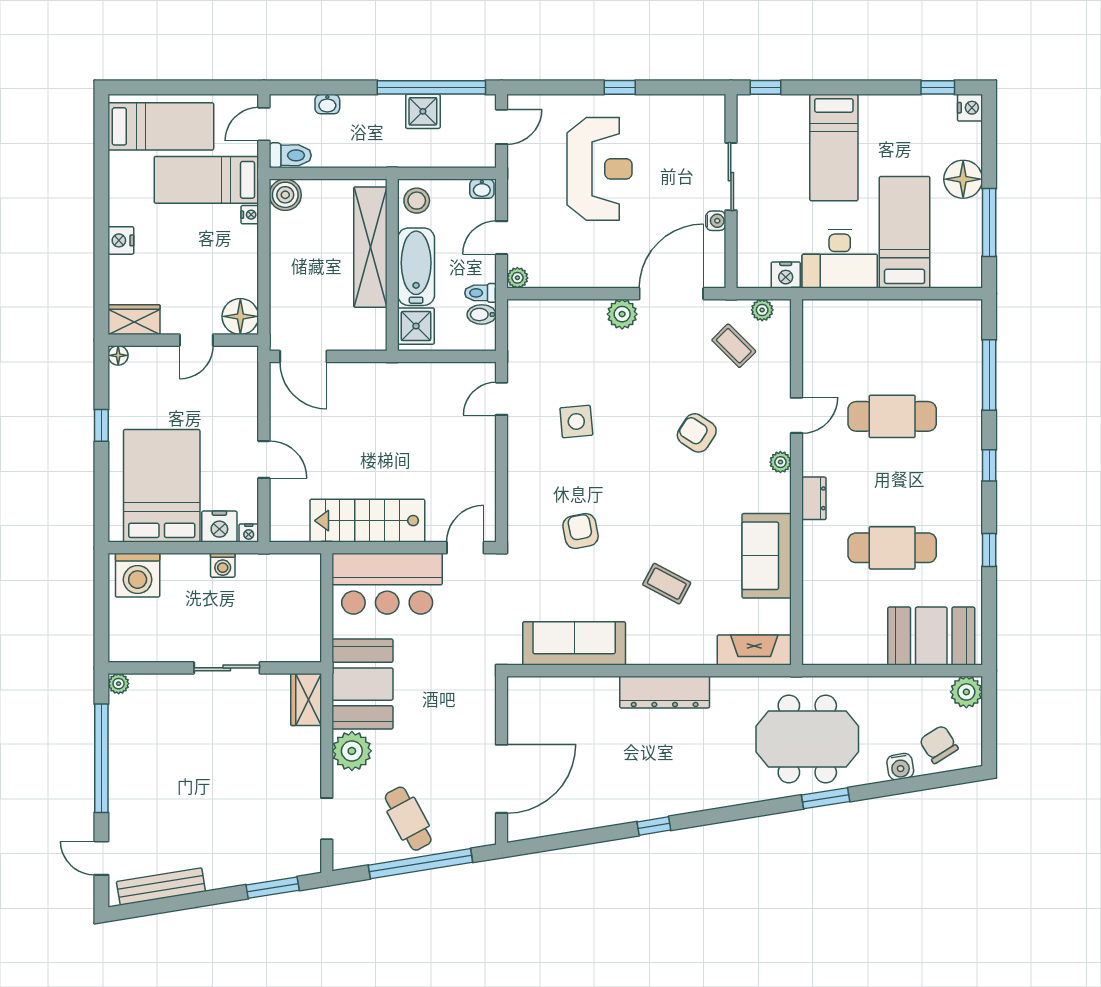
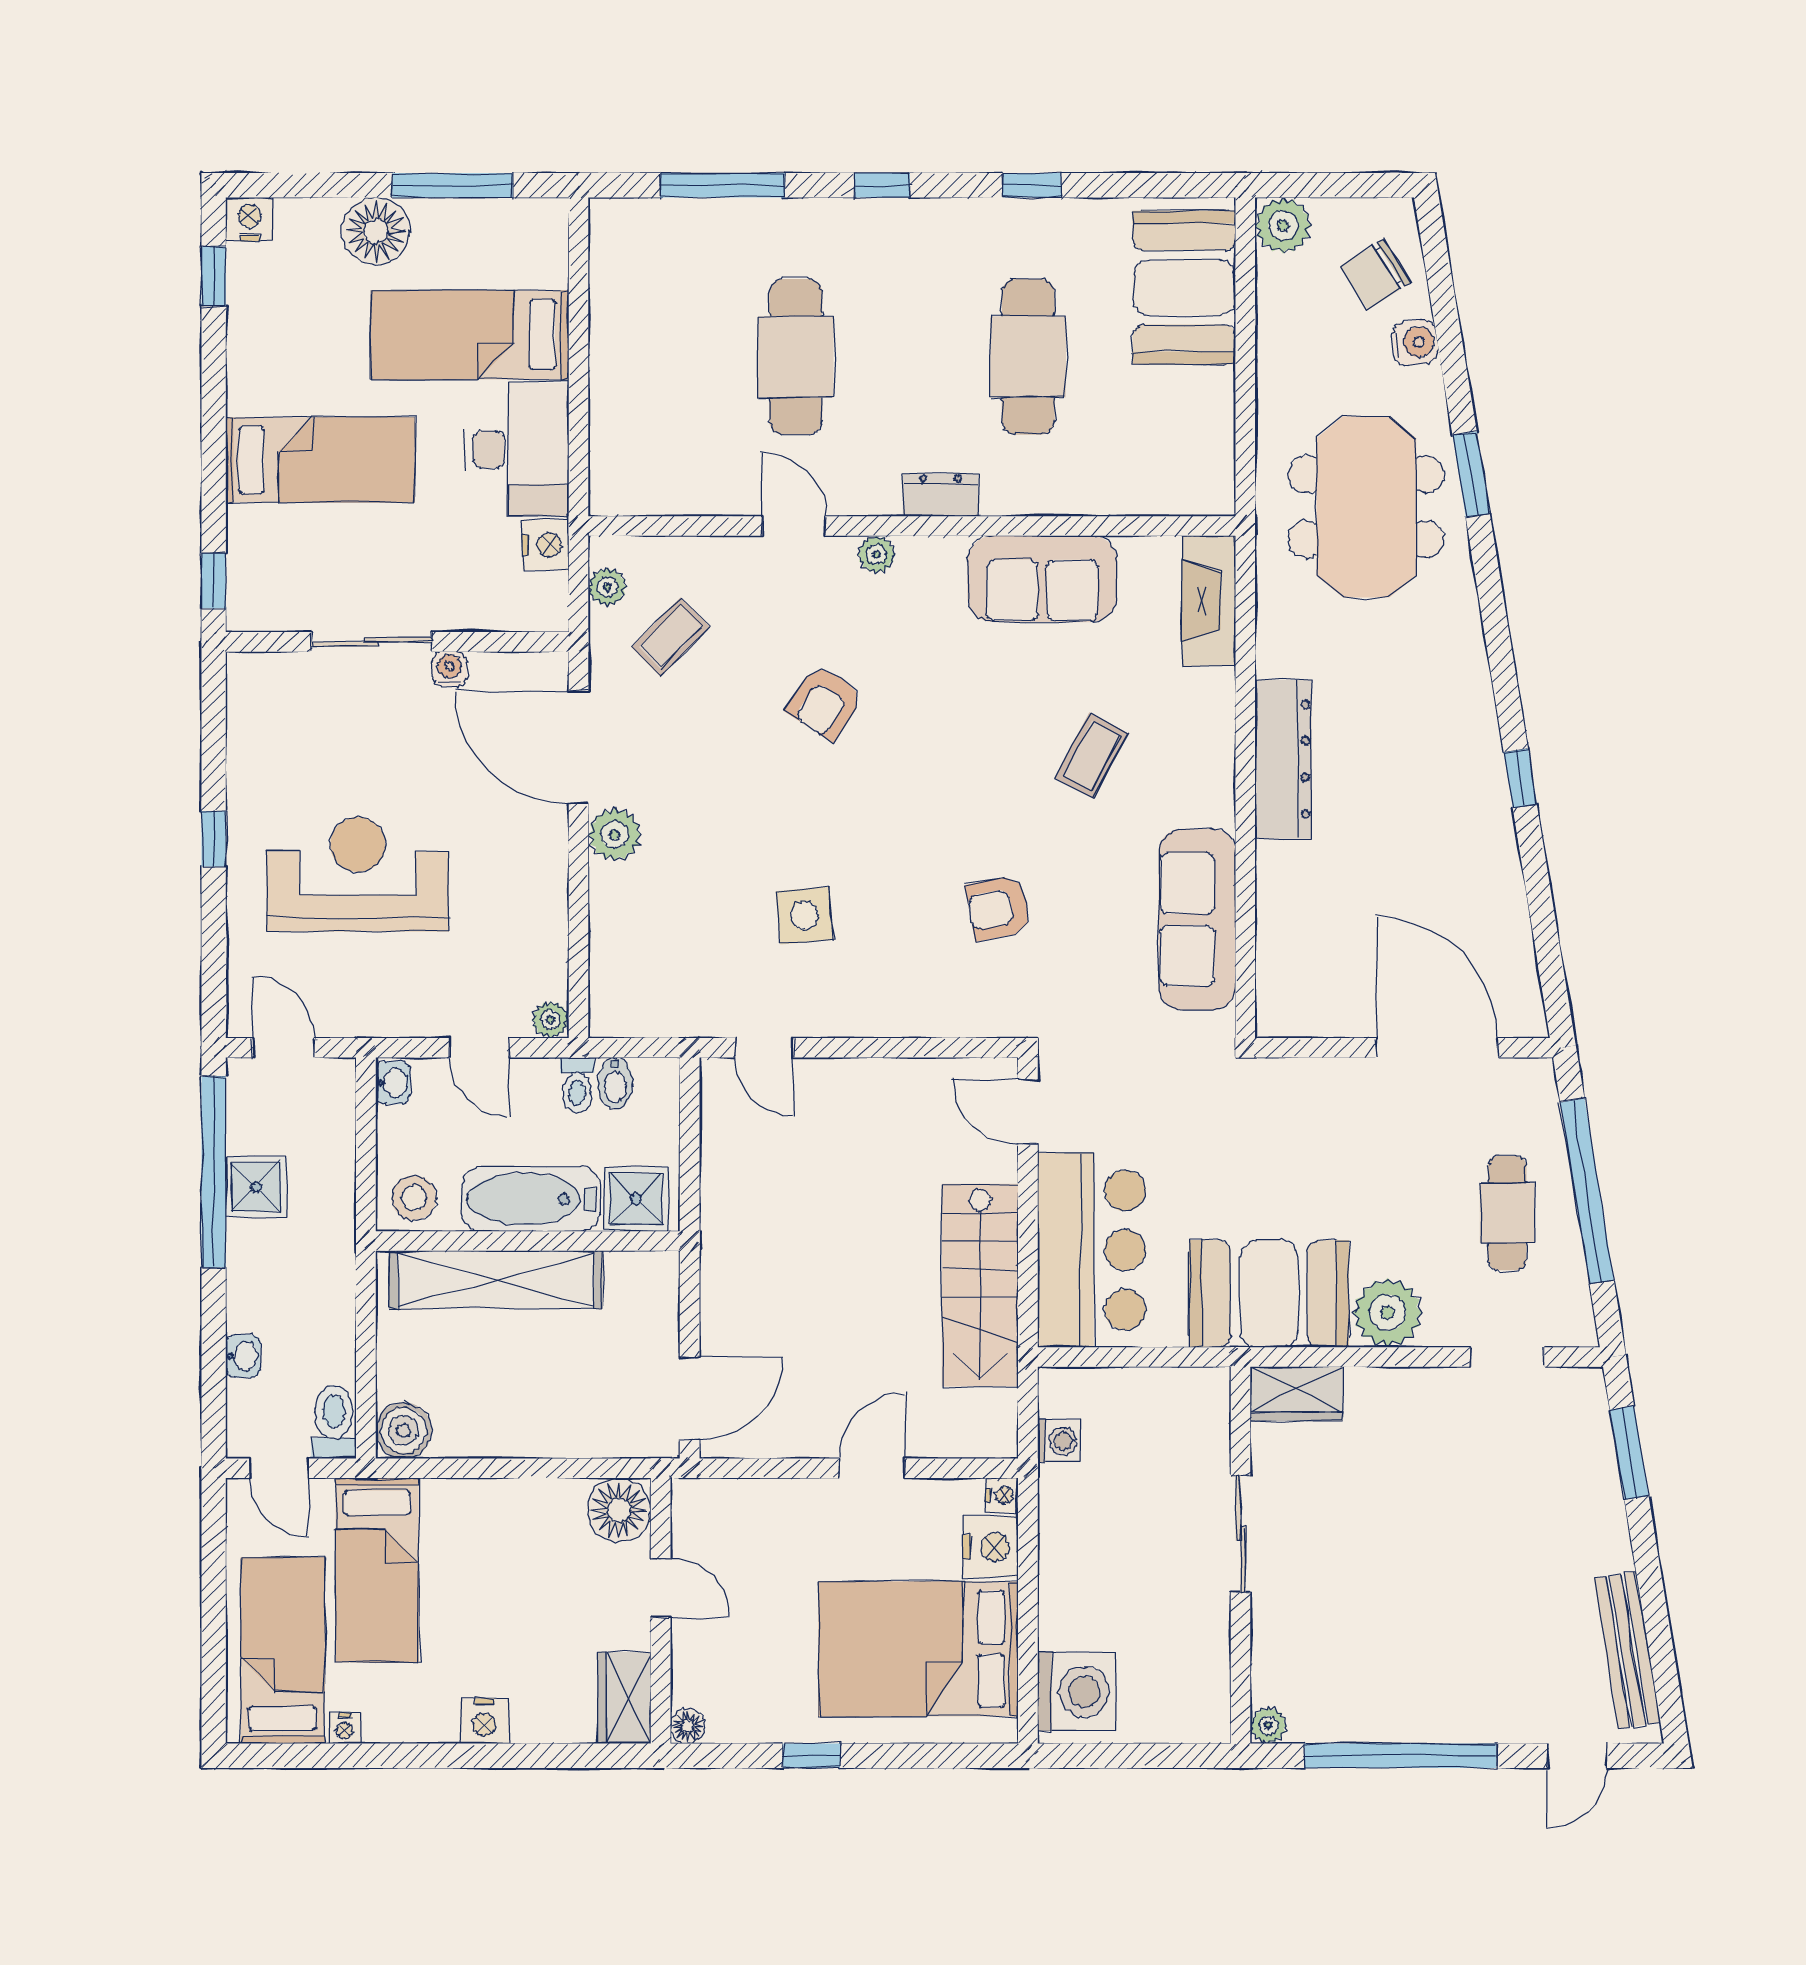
nightstand: (250, 215) -> (345, 1728), moved, turned 180
washing machine: (223, 565) -> (1059, 1441), moved
cafe table: (408, 819) -> (1507, 1213), turned -62

